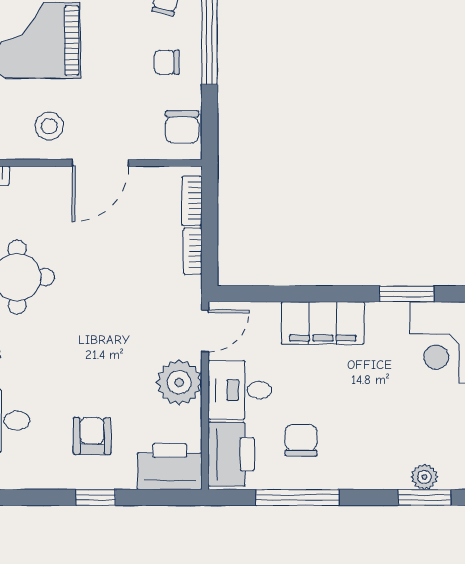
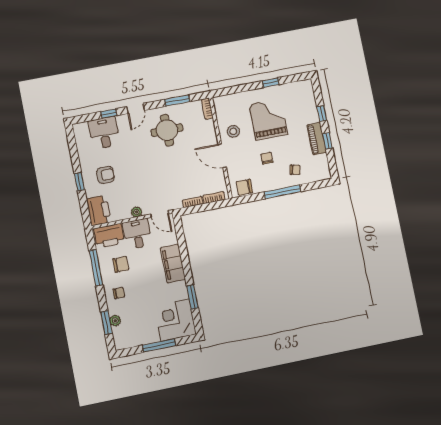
chair: (167, 62) -> (267, 158), moved
plant: (179, 382) -> (136, 212), width x0.53, depth x0.53
chair: (364, 457) -> (119, 293), added

